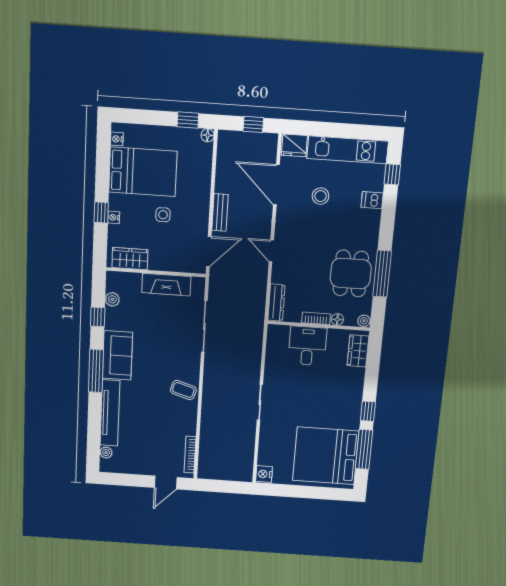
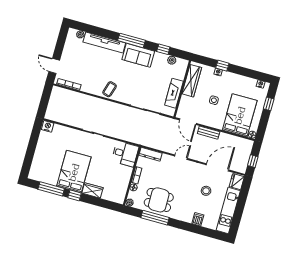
window: (188, 120) -> (269, 104), moved
bed: (143, 172) -> (240, 115), moved, turned 180
window: (392, 174) -> (210, 233), removed
wardrobe: (130, 259) -> (192, 81), width x1.50
desk: (307, 346) -> (125, 154), moved
wardrobe: (358, 351) -> (92, 190), moved
bed: (326, 456) -> (74, 172), moved, width x0.73

